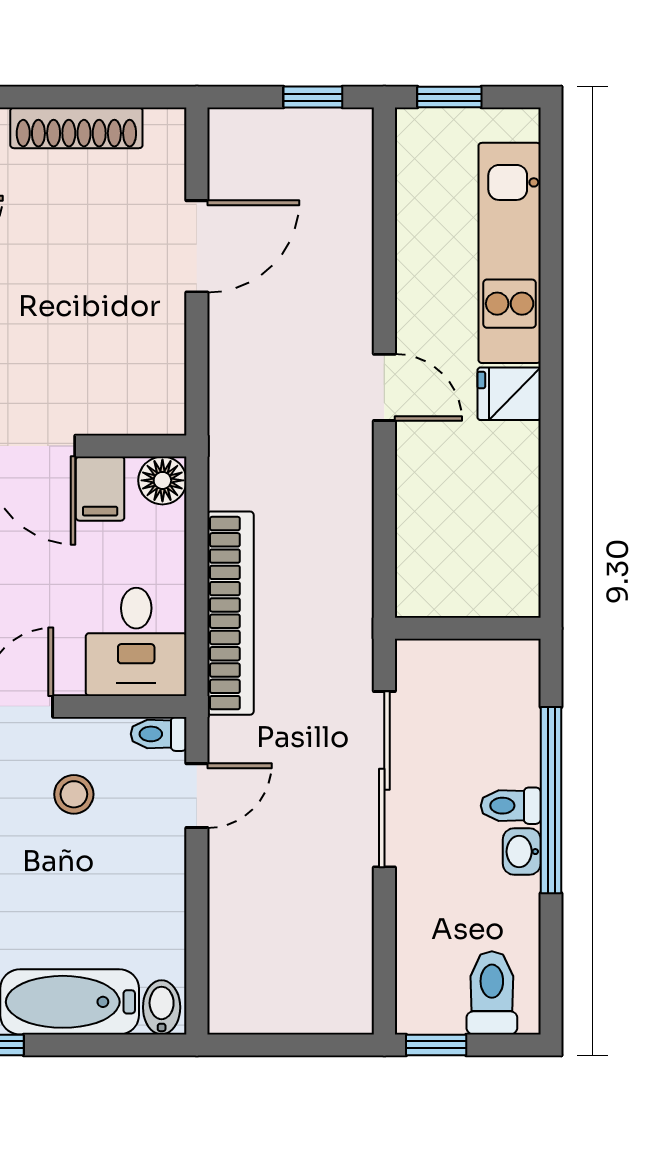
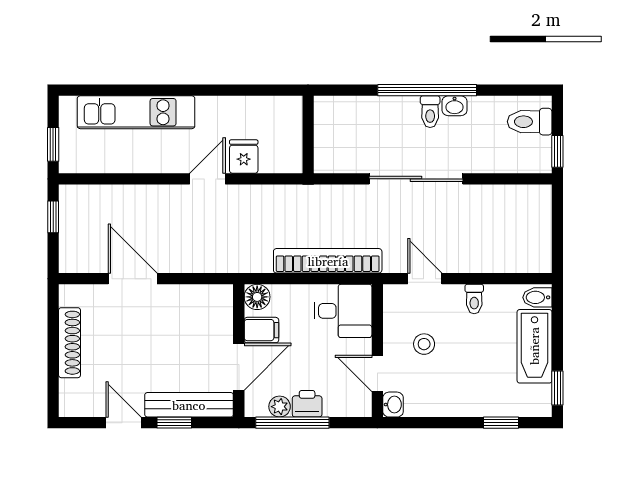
fridge: (509, 394) -> (244, 157), moved, turned 180
wall: (468, 628) -> (308, 135), moved
toilet: (159, 734) -> (474, 299), moved

